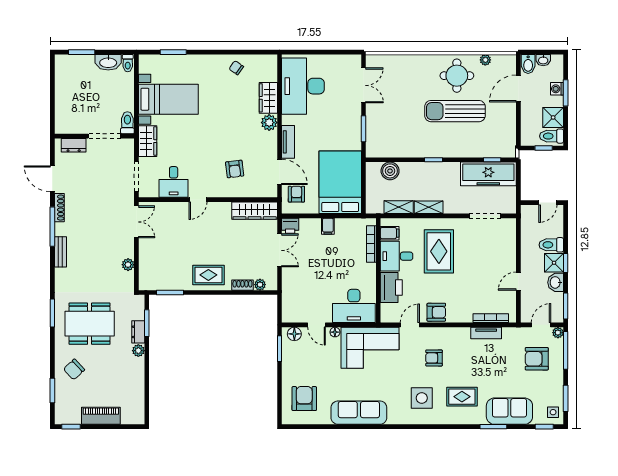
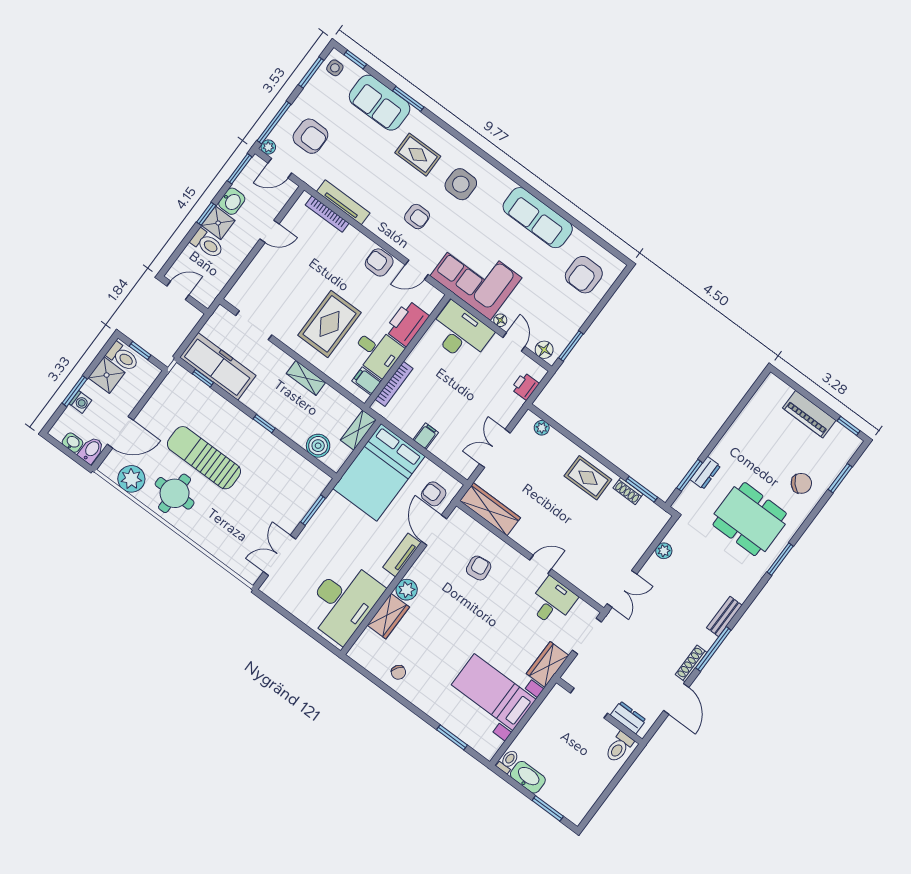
plant: (485, 60) -> (131, 479), width x1.87, depth x1.87
sun lounger: (455, 111) -> (204, 458), turned 180
toilet: (127, 123) -> (619, 747), moved
armchair: (296, 194) -> (434, 494), turned 90
shelving: (399, 207) -> (358, 430), moved, turned 90
double door: (136, 222) -> (622, 589), swing flipped
printer: (290, 226) -> (525, 386), moved, turned -90
shoe rack: (242, 285) -> (628, 491), moved
tv unit: (486, 333) -> (343, 202), width x1.41
plant: (138, 351) -> (720, 453), removed

